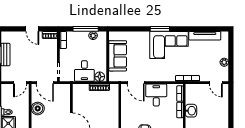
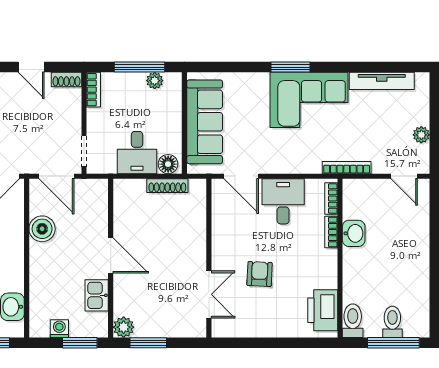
sofa: (118, 56) -> (205, 122), width x1.36

